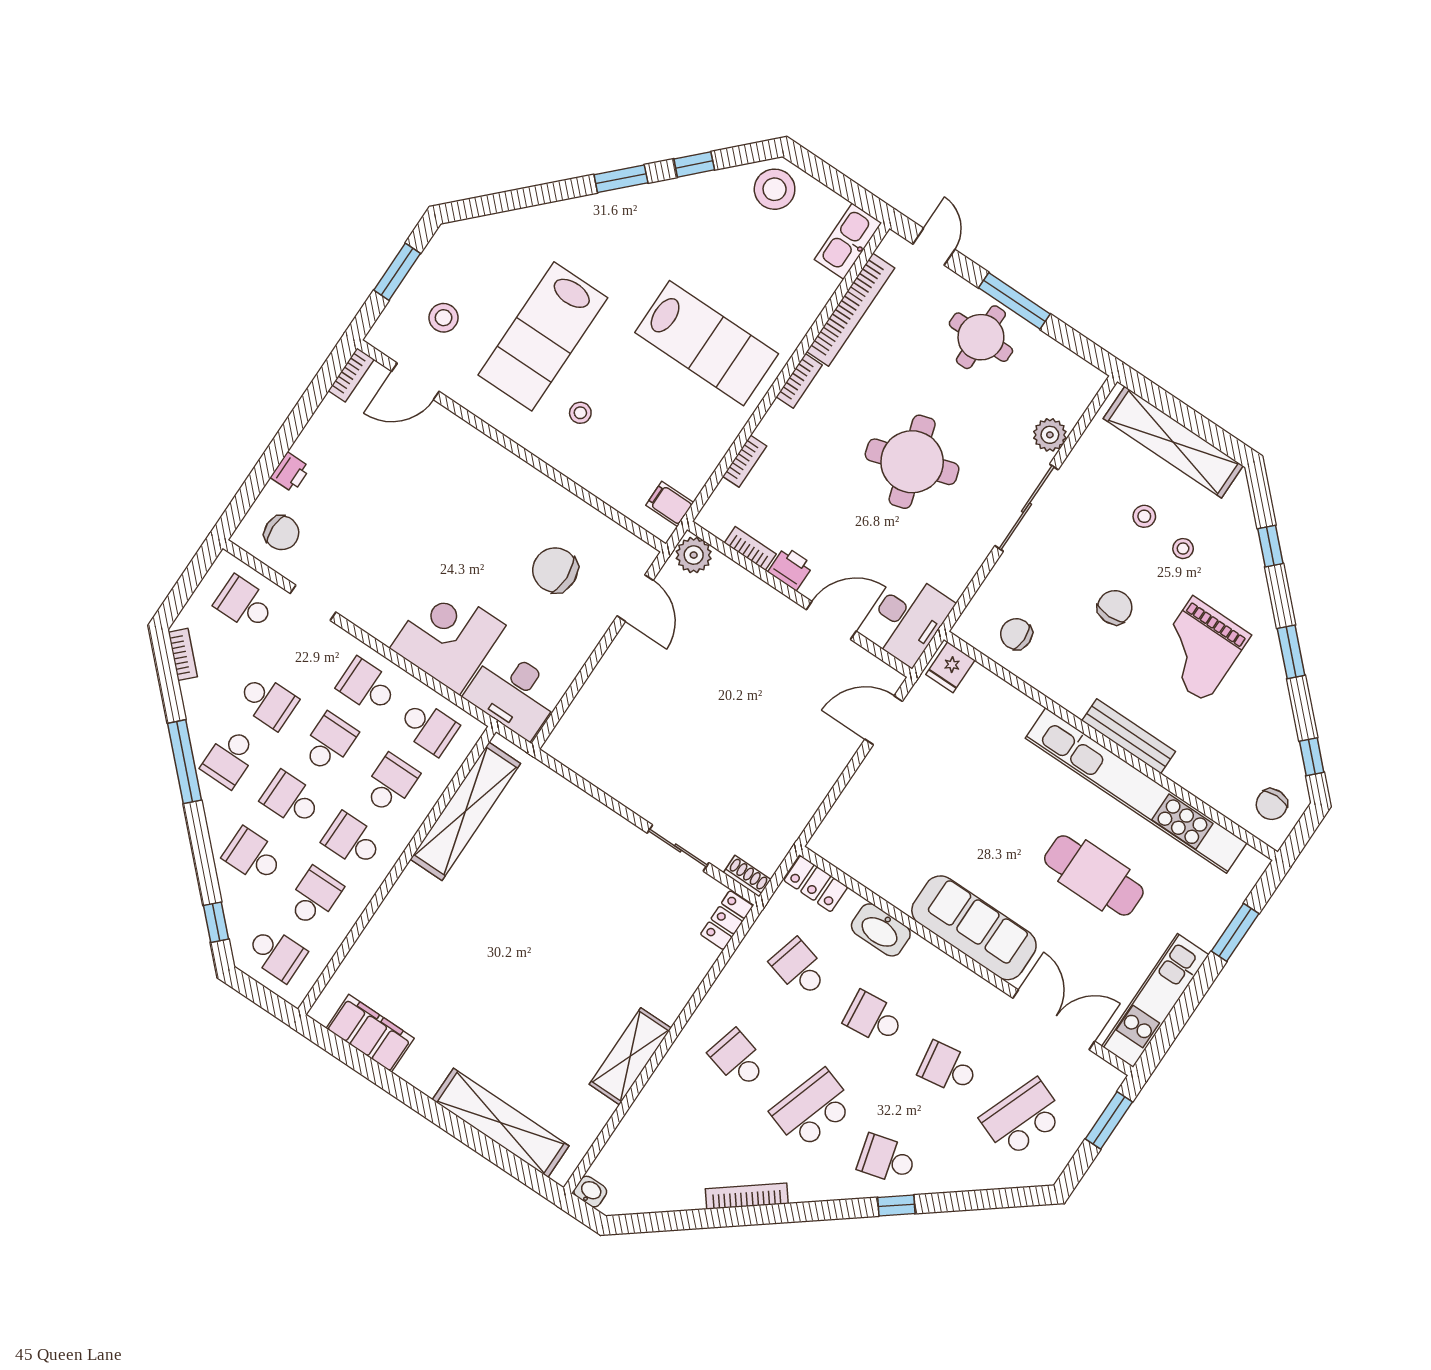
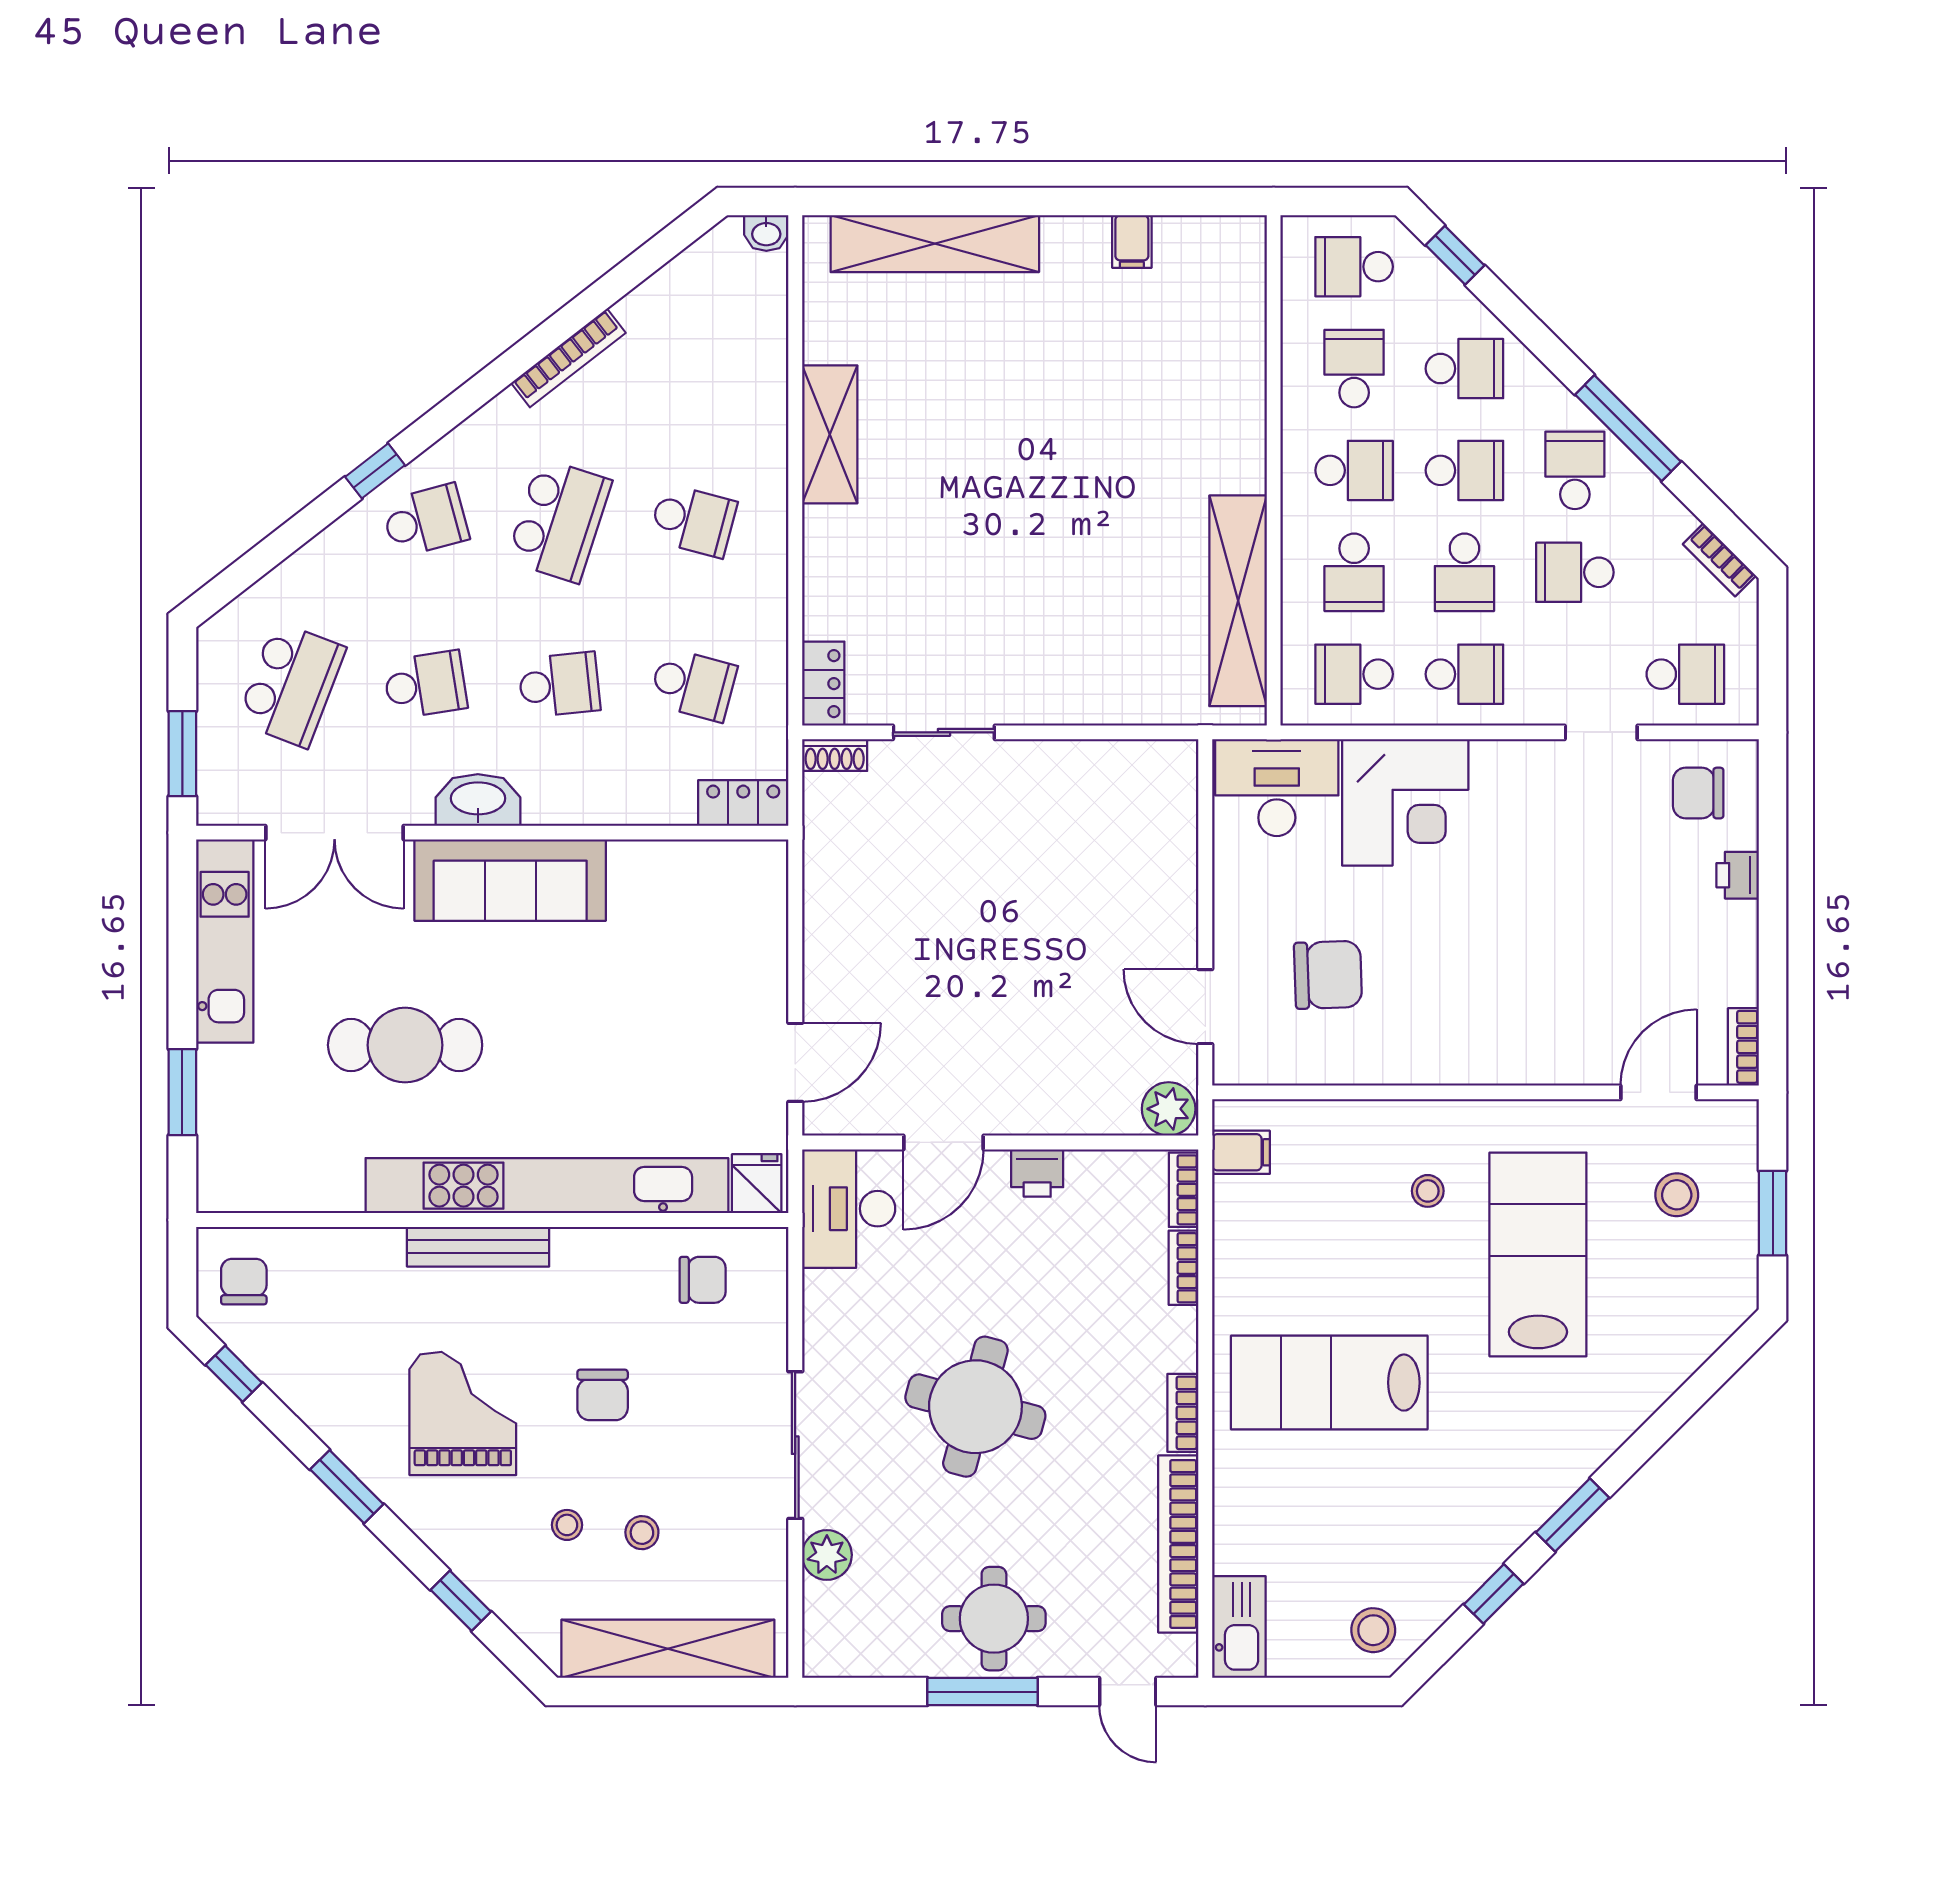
stool: (775, 189) -> (1373, 1630), width x0.73, depth x0.73
round table: (912, 462) -> (975, 1407), turned 32
bookcase: (750, 548) -> (1184, 1190), moved, turned 90
kitchen unit: (1136, 791) -> (547, 1186), moved
school desk: (314, 897) -> (1354, 369), turned 180
washbasin: (881, 930) -> (478, 800), moved
filing cabinet: (370, 1033) -> (1132, 242), width x0.33, depth x0.86

